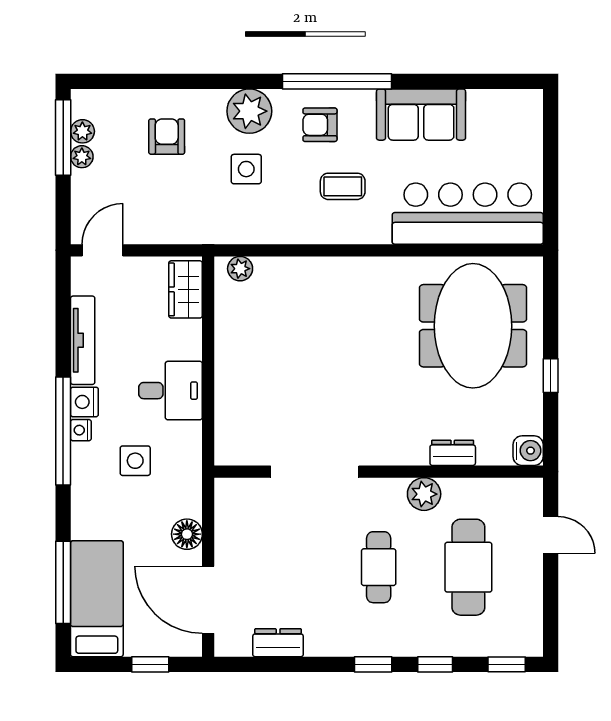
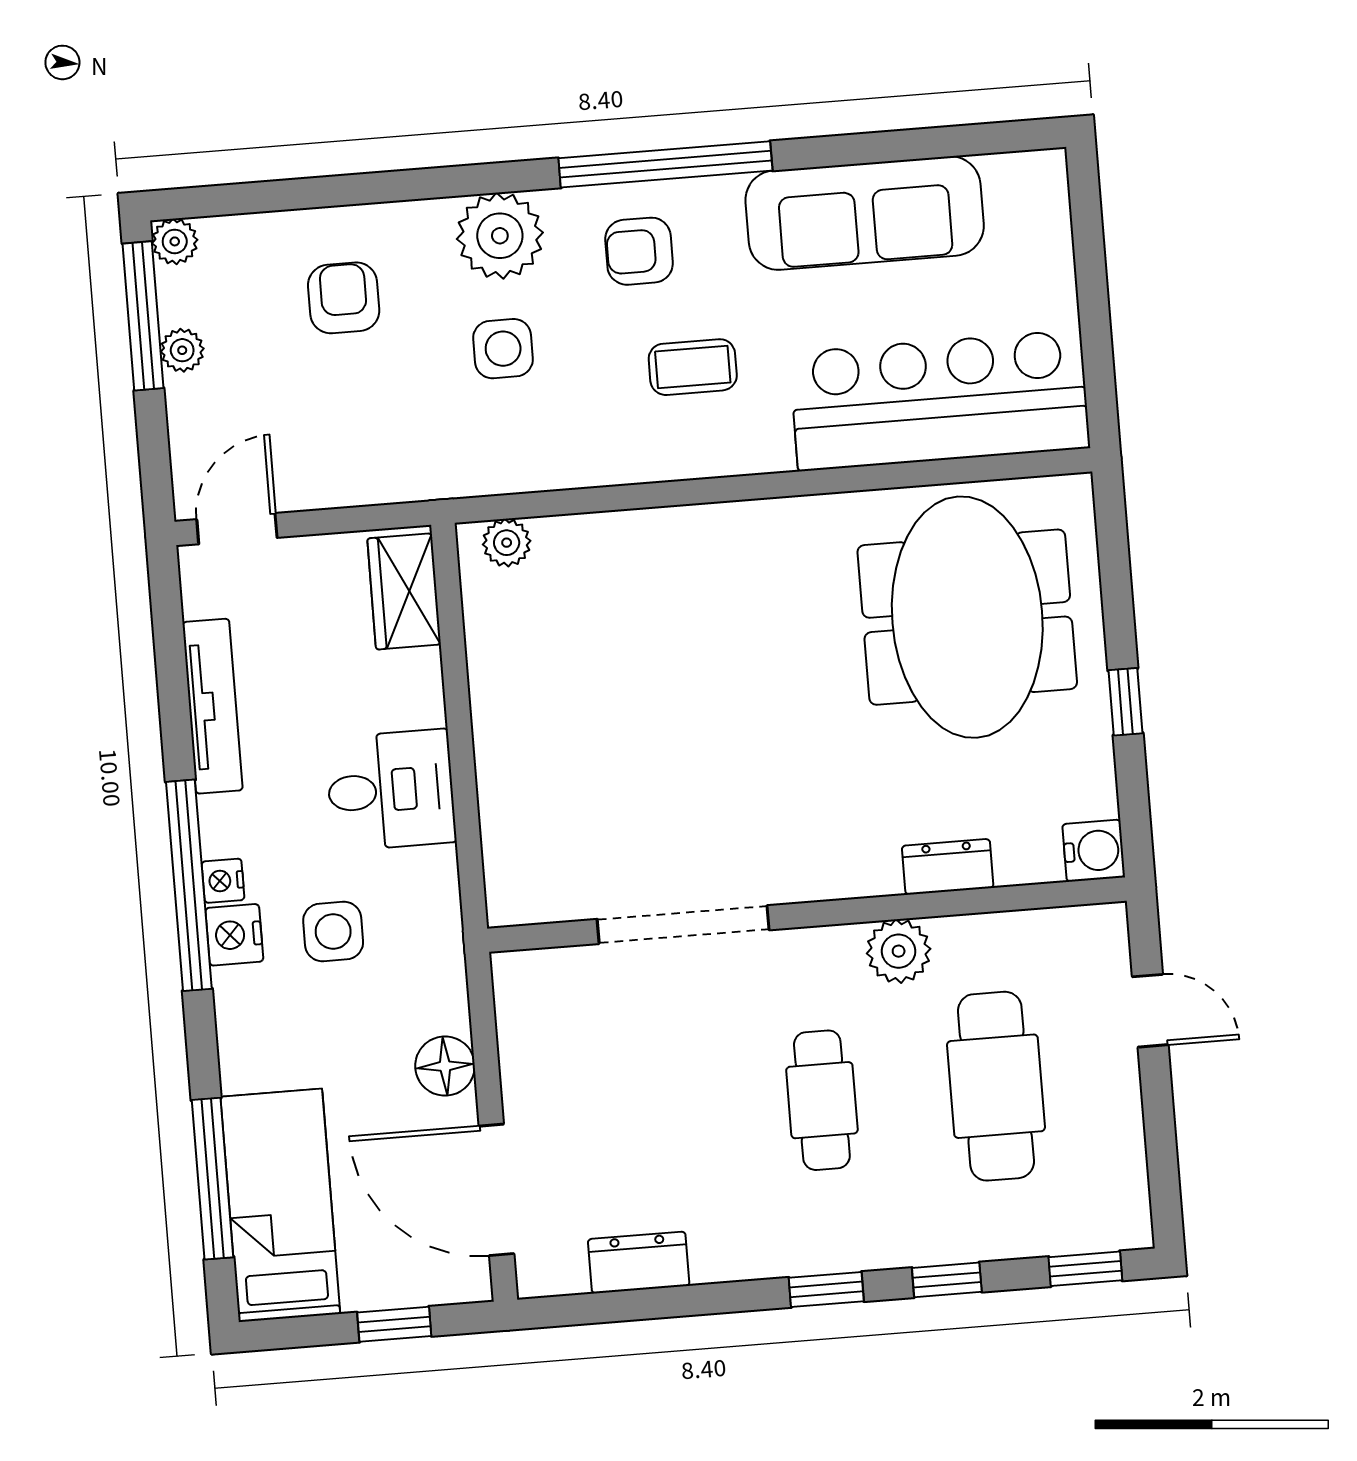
sofa: (421, 115) -> (865, 213), width x1.36
plant: (82, 131) -> (175, 241), moved
nightstand: (84, 402) -> (234, 935), moved

